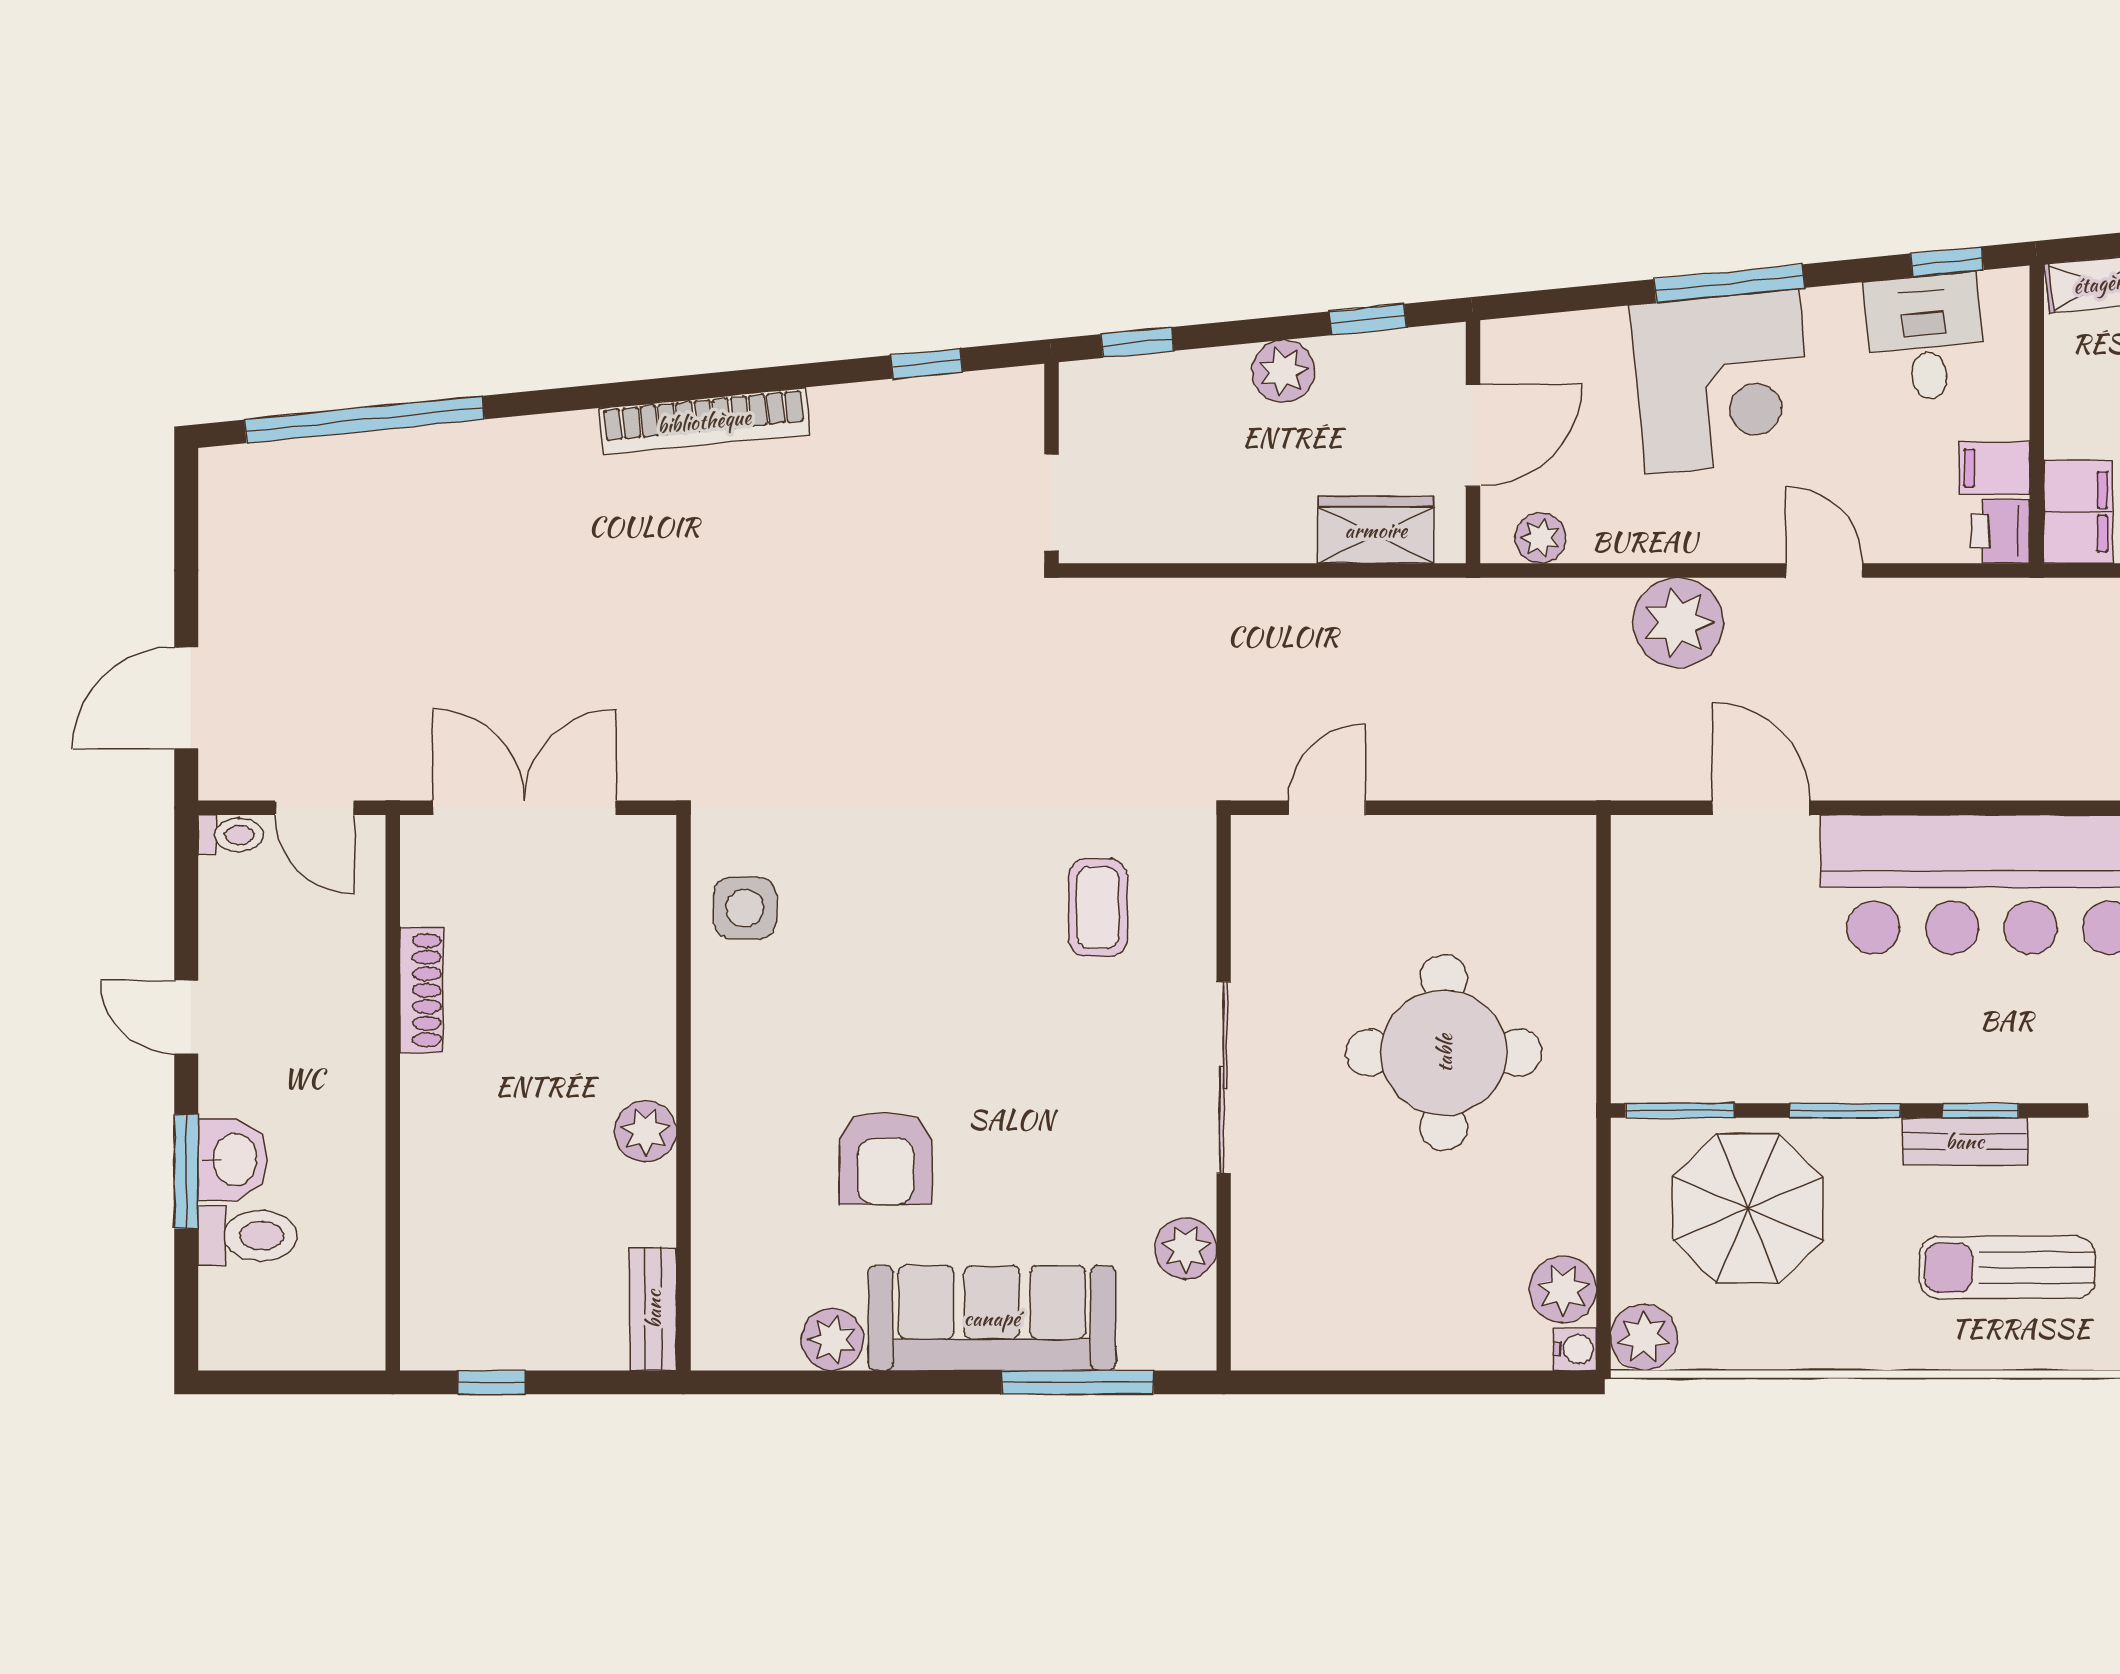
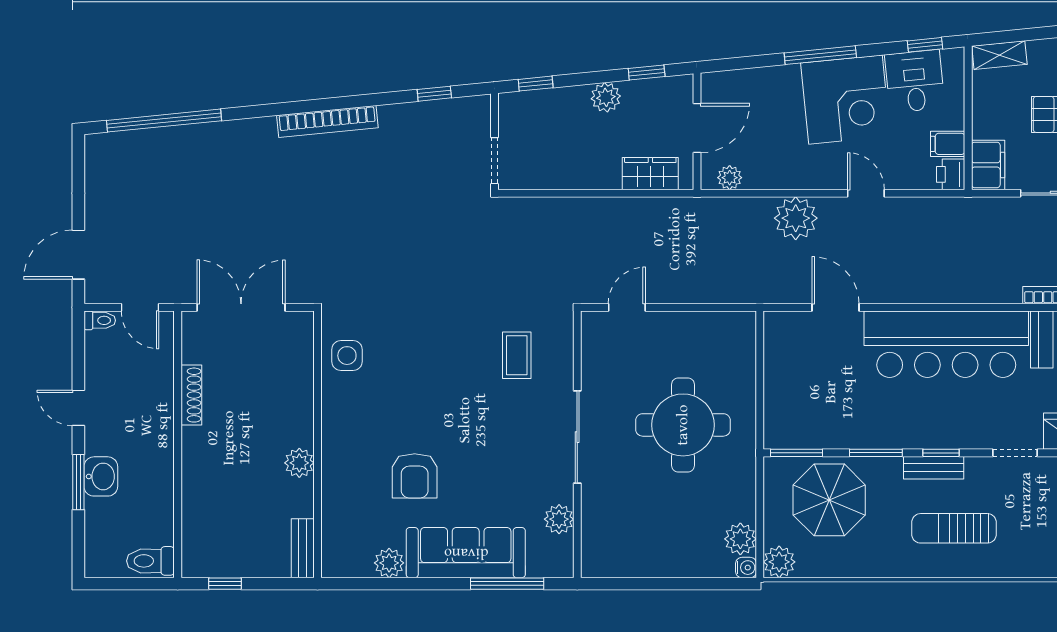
corner desk: (1722, 382) -> (846, 100), moved
toilet: (248, 1236) -> (150, 561), moved, turned 180

